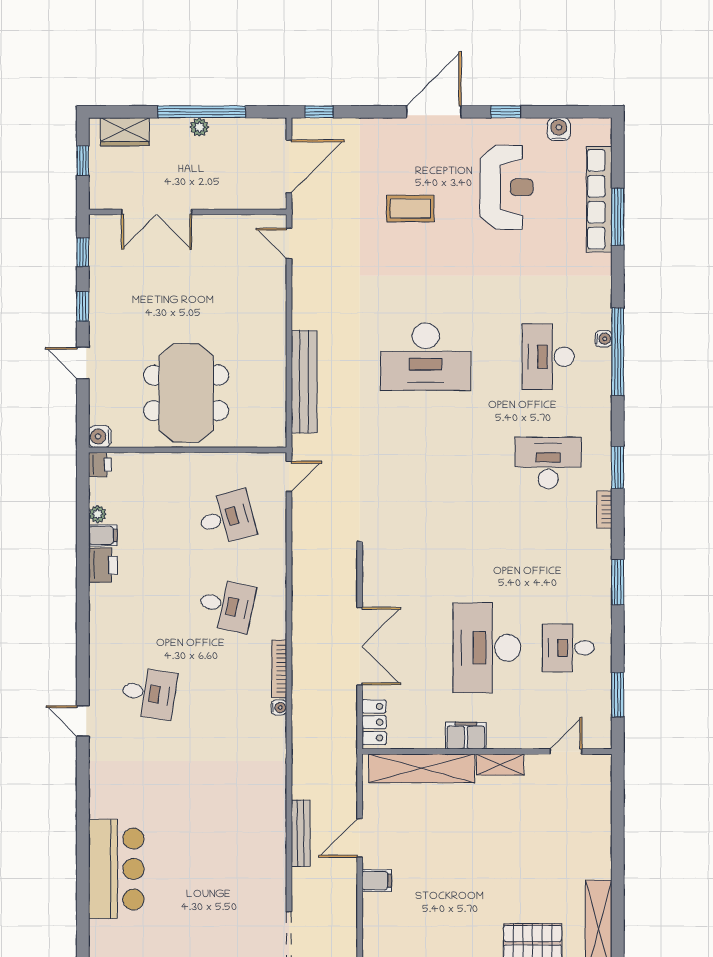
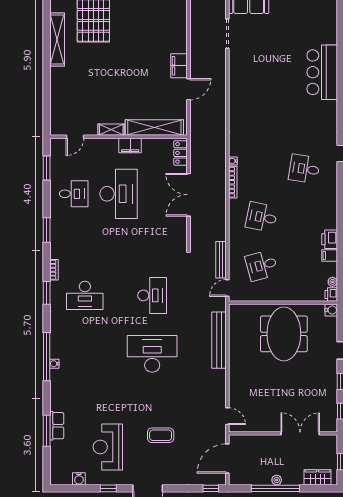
row of seats: (599, 199) -> (57, 426), width x0.50
desk: (548, 357) -> (152, 295), moved
plant: (98, 514) -> (333, 282), moved
bench: (301, 833) -> (221, 260), moved
filing cabinet: (377, 881) -> (179, 66), width x2.00

